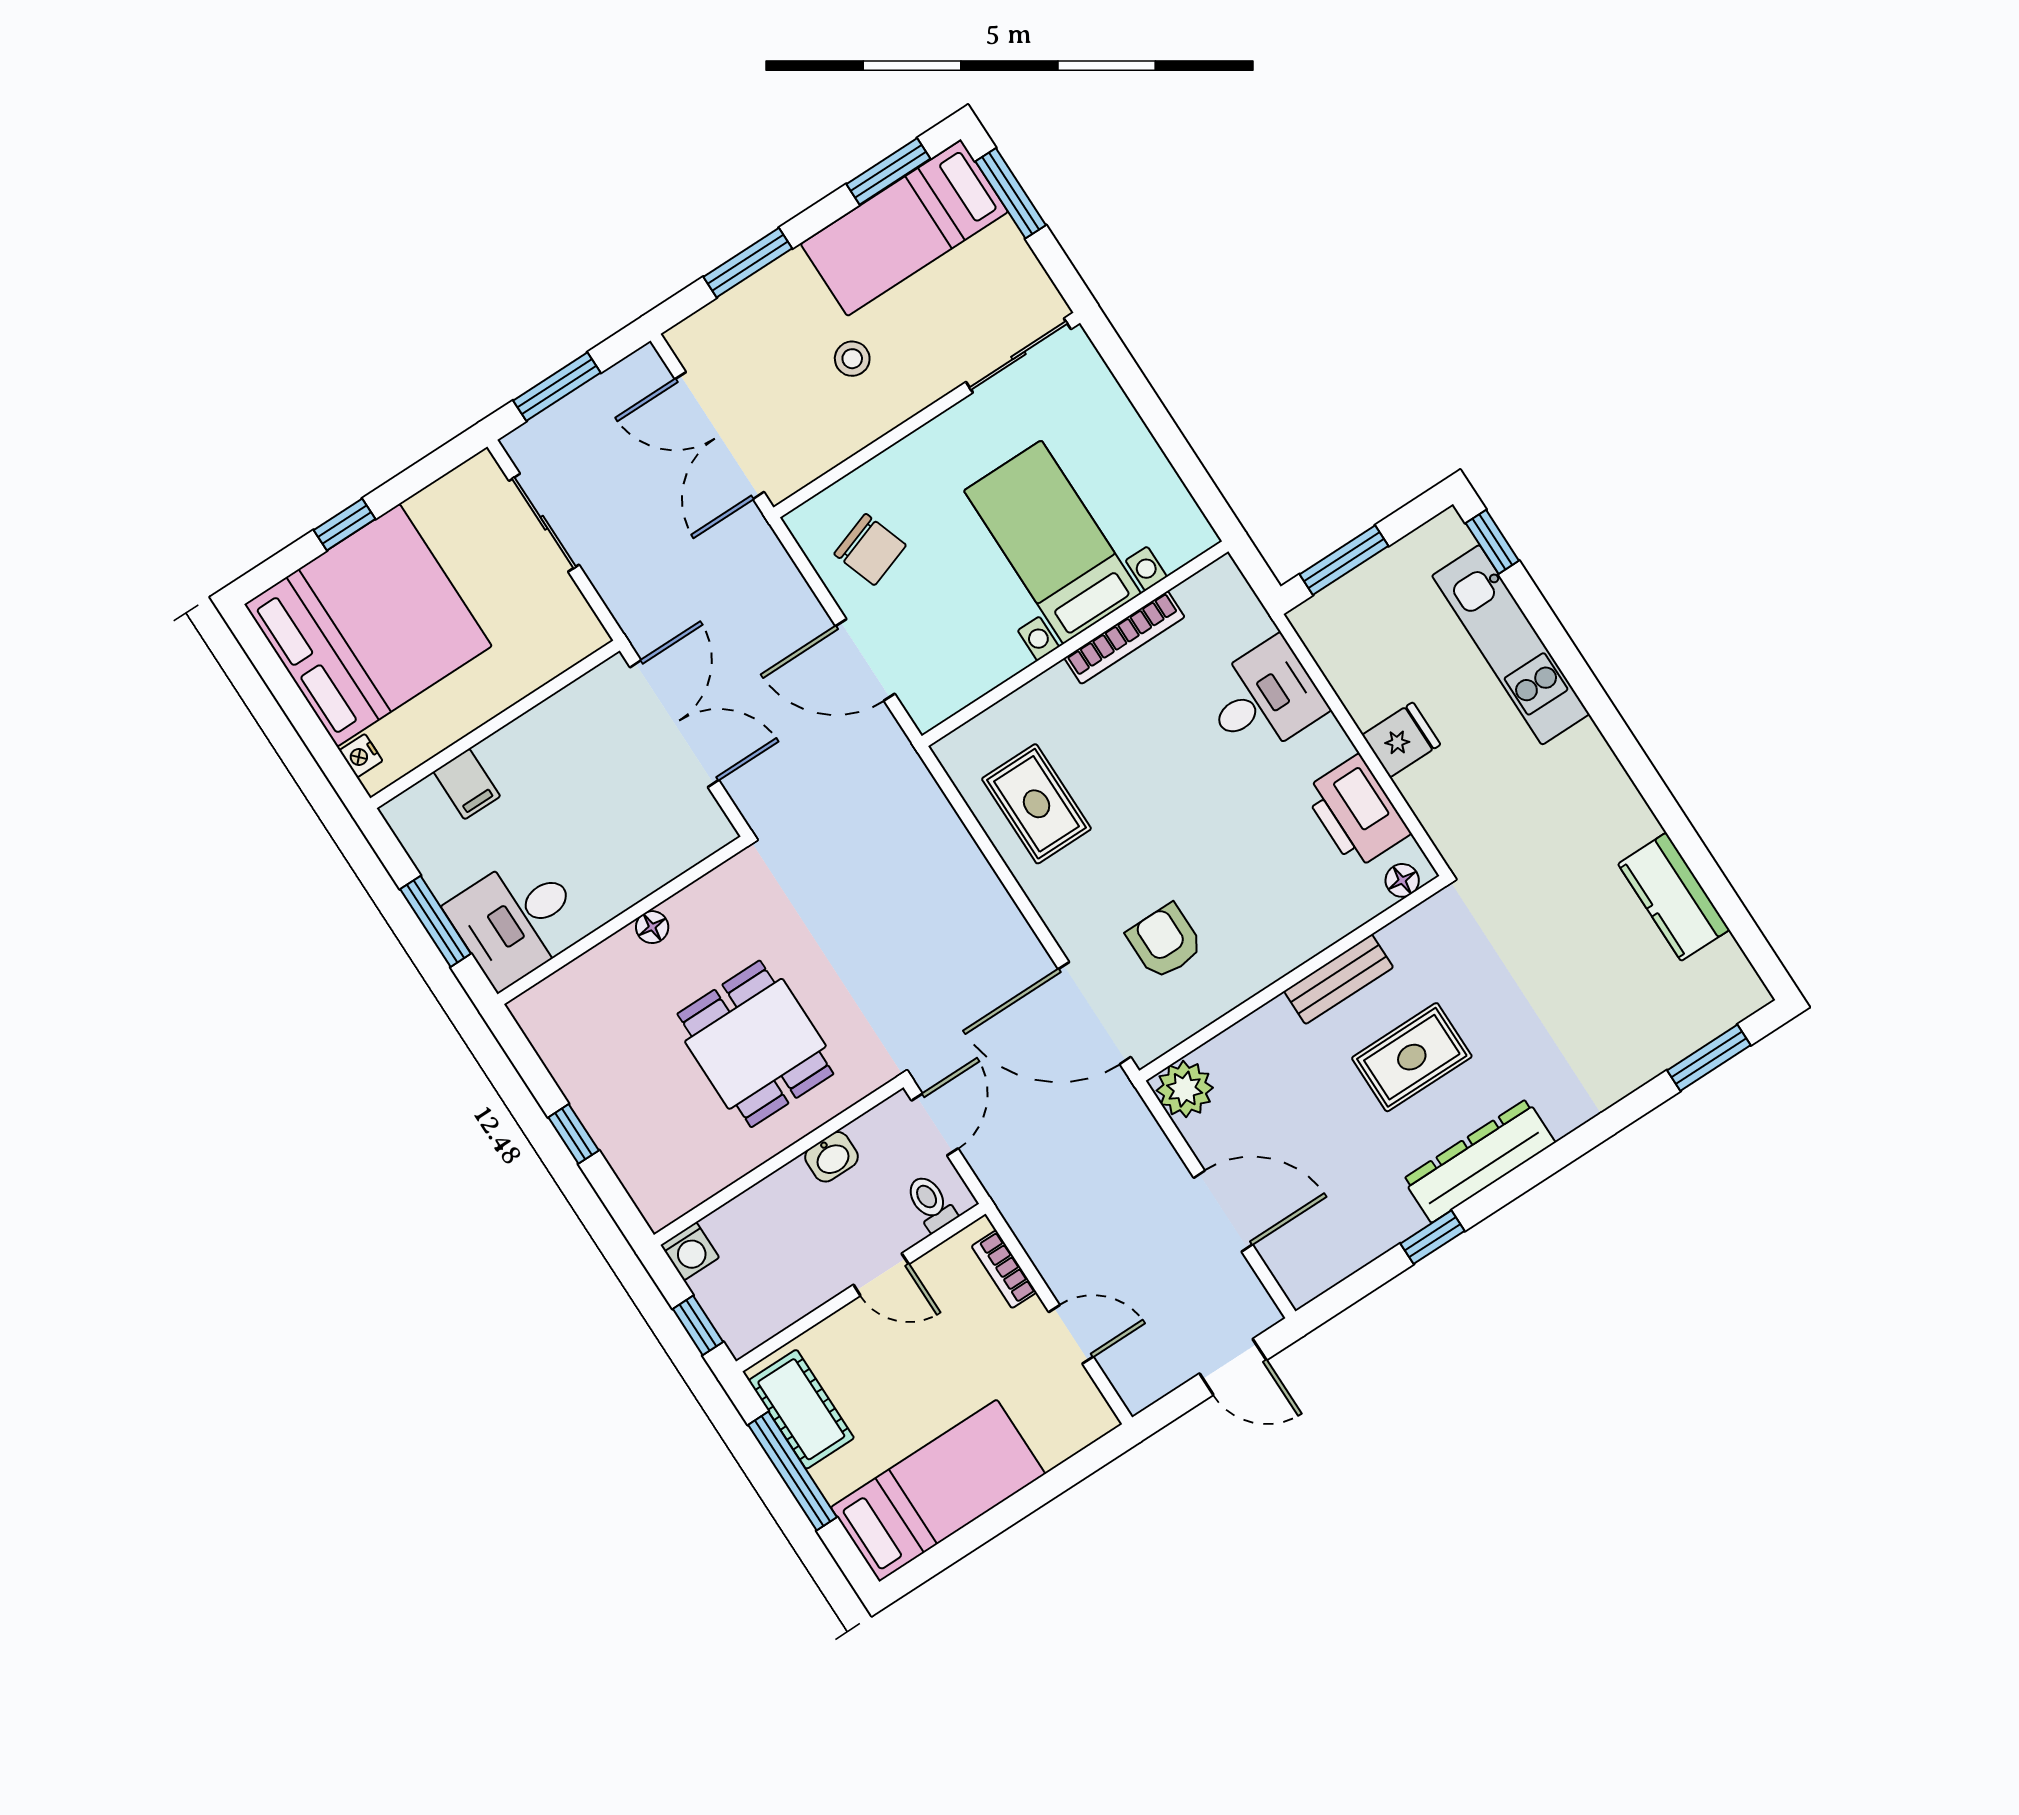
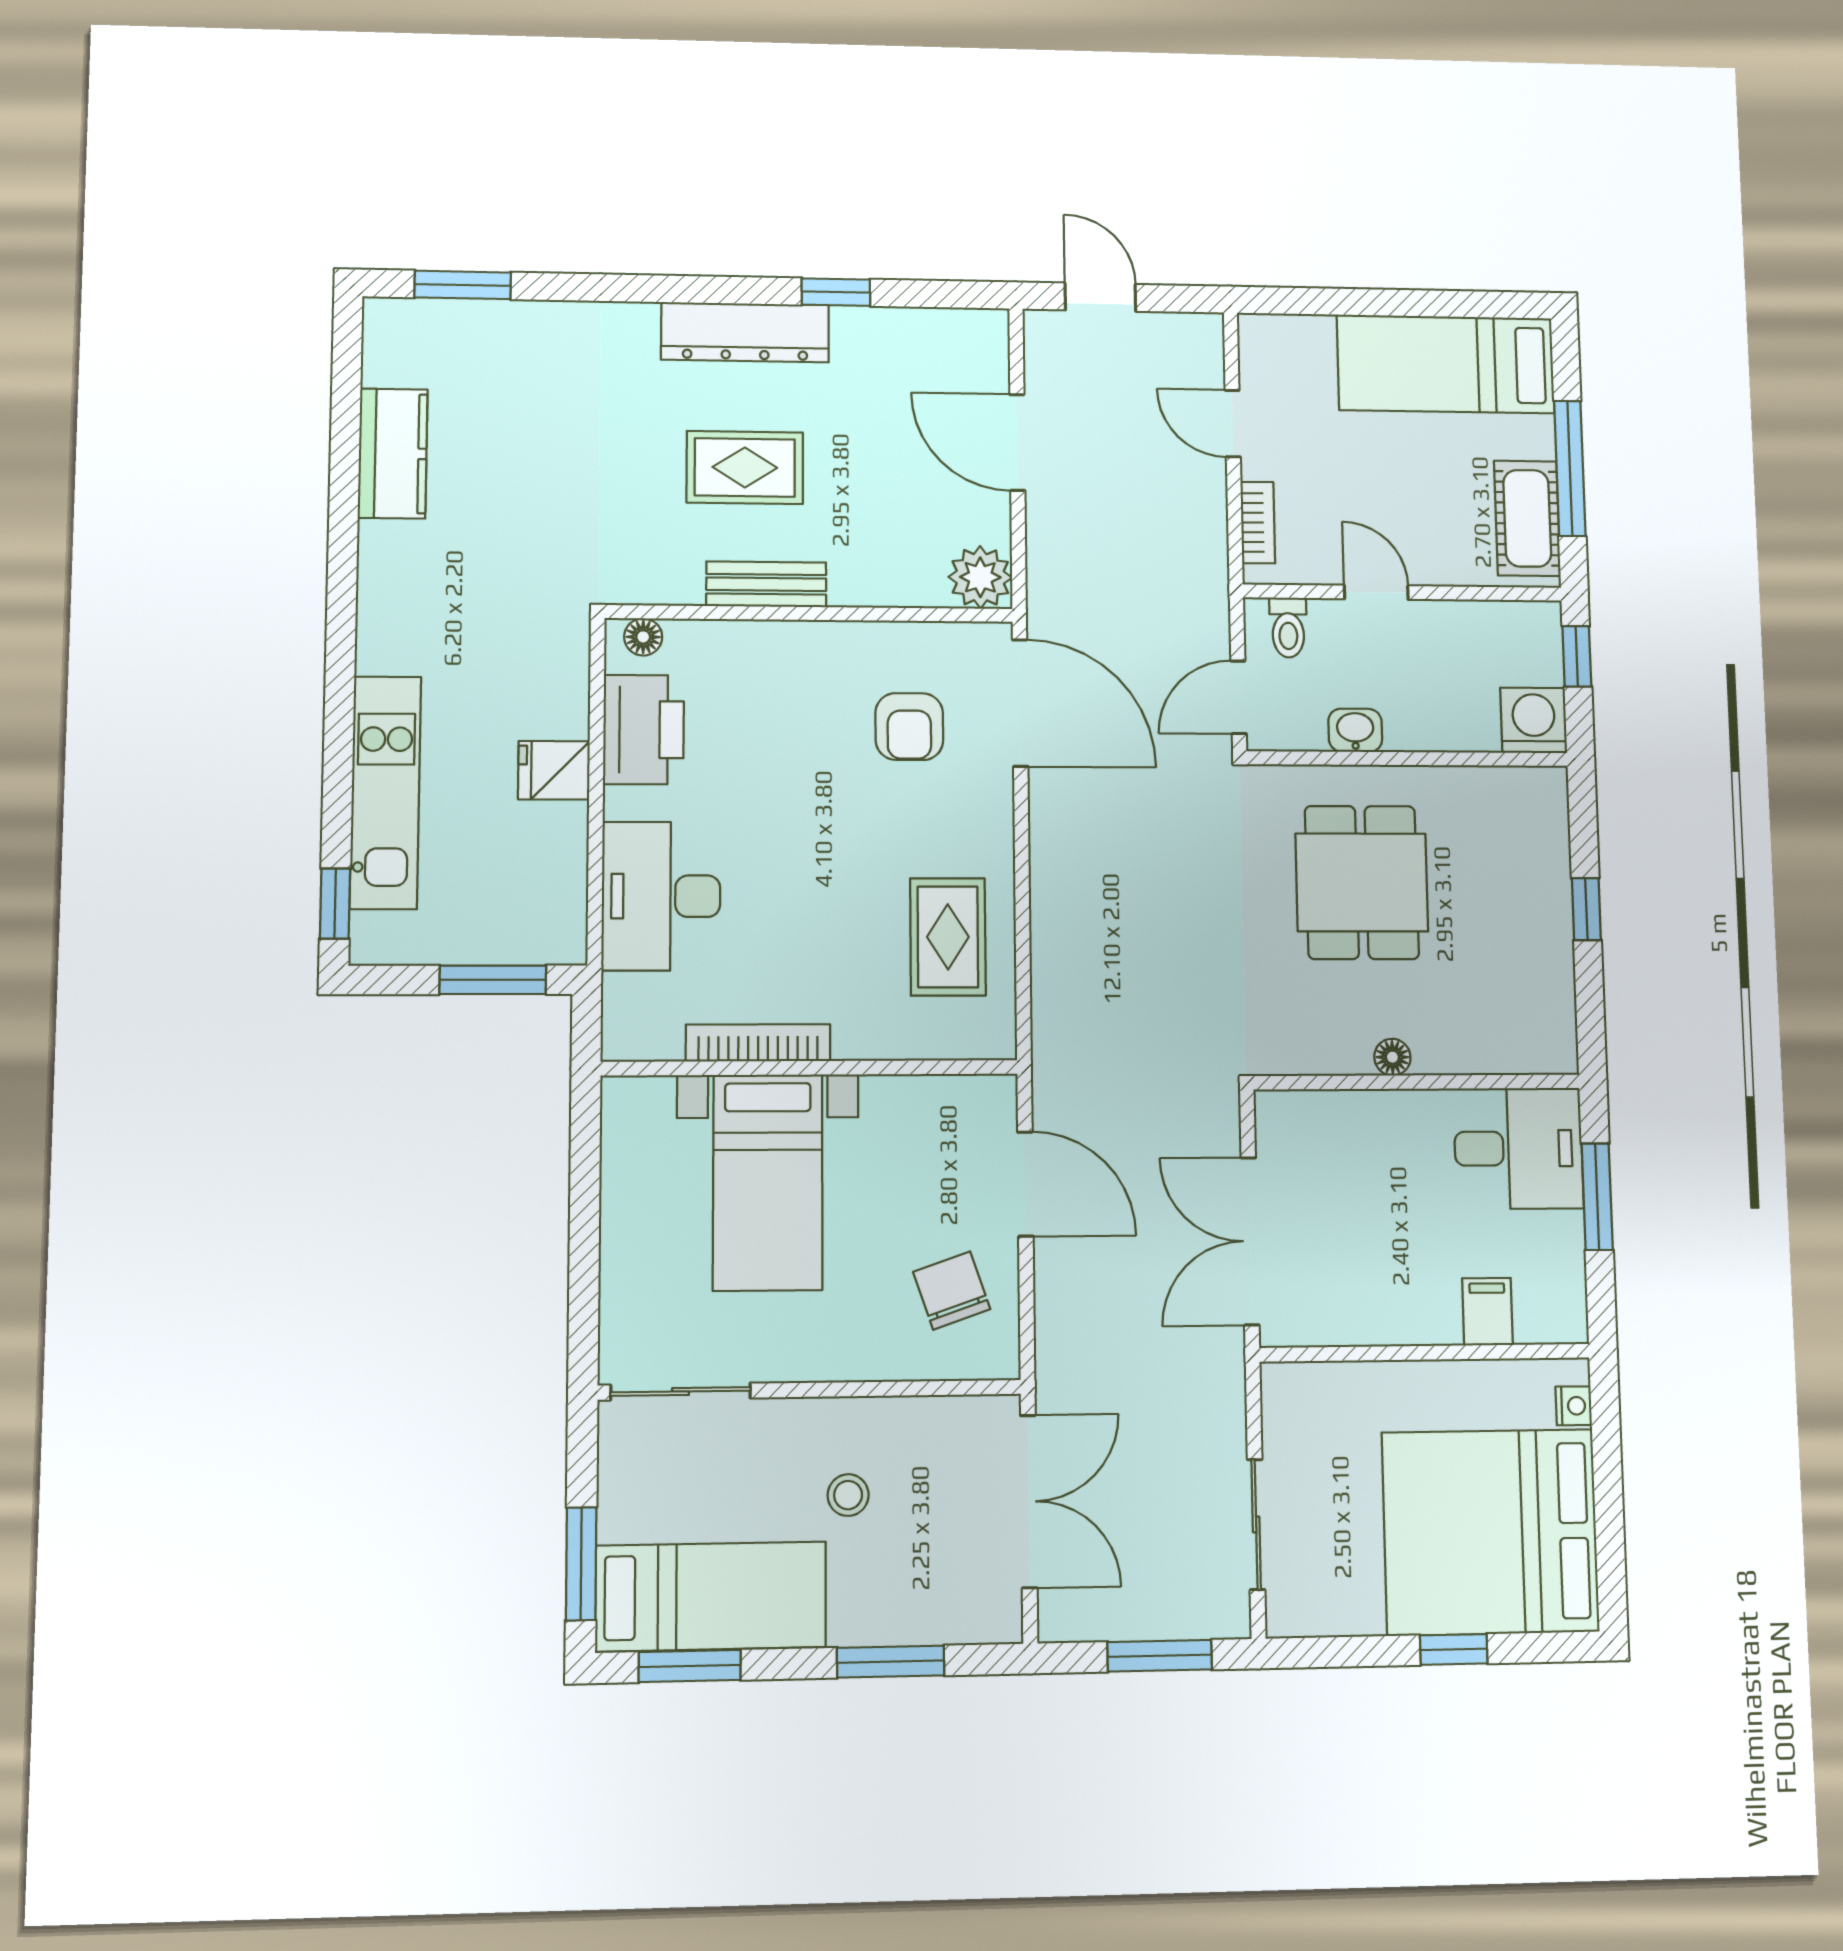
desk: (1264, 698) -> (661, 896), width x1.37
washing machine: (690, 1251) -> (1534, 720), width x1.38, depth x1.38

